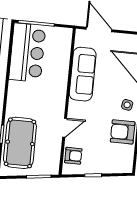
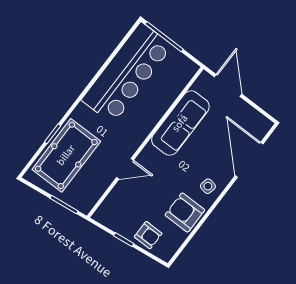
bar counter: (27, 53) -> (127, 73), width x1.36
armchair: (73, 156) -> (148, 235), moved

